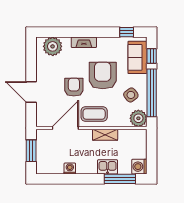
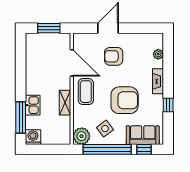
window: (127, 32) -> (168, 105), moved
plant: (53, 46) -> (158, 54), width x0.53, depth x0.53
armchair: (74, 87) -> (114, 56), moved, turned 180
washing machine: (70, 168) -> (31, 67), removed

